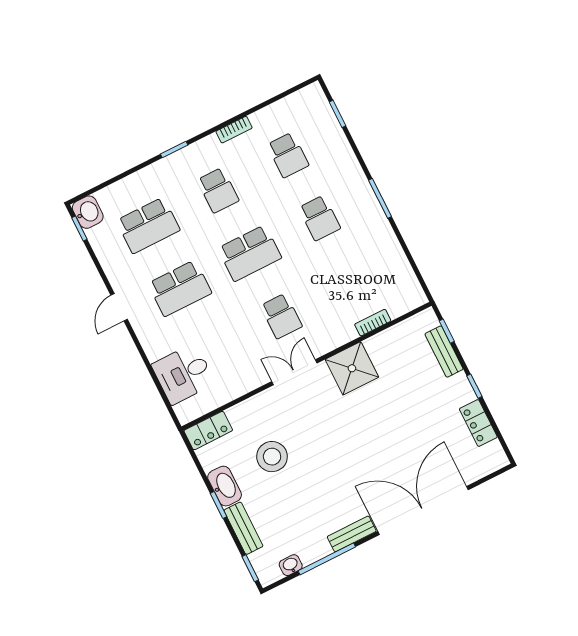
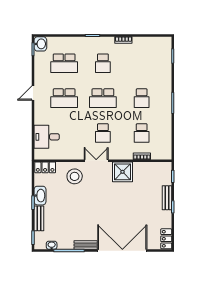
school desk: (288, 155) -> (142, 133), moved
bench: (444, 352) -> (167, 198), moved
locker: (478, 423) -> (166, 239), moved
stool: (272, 457) -> (75, 176), moved

